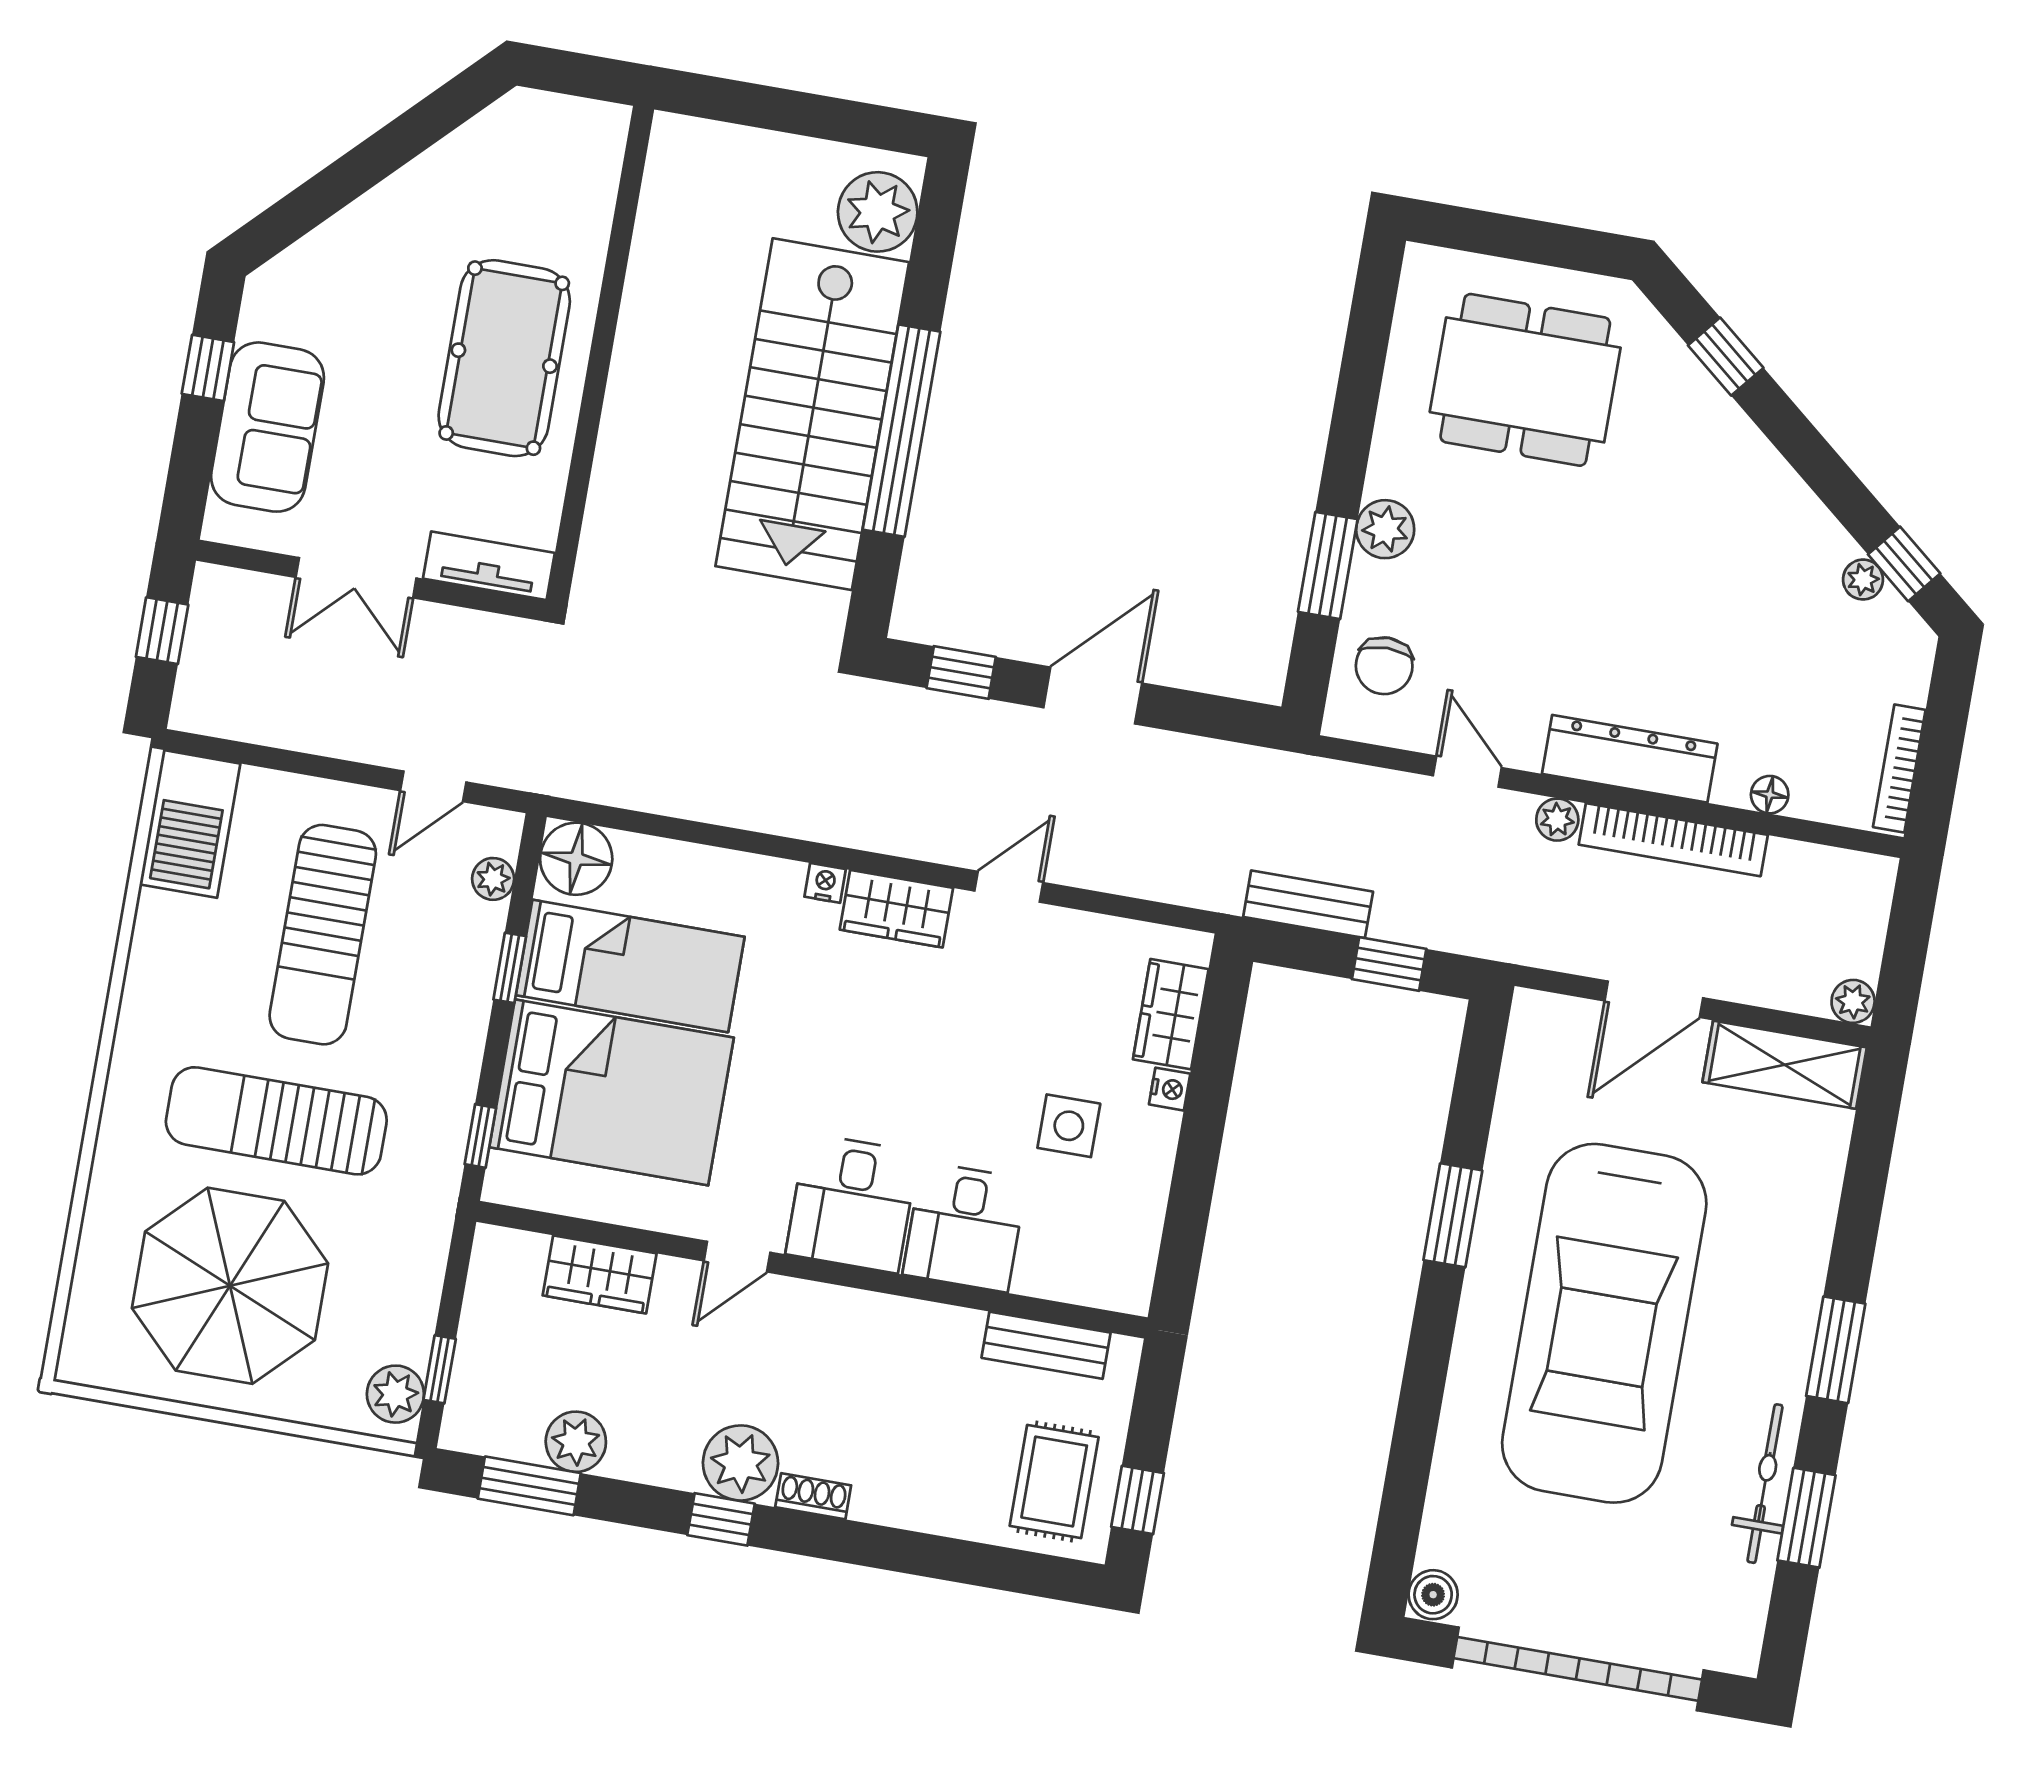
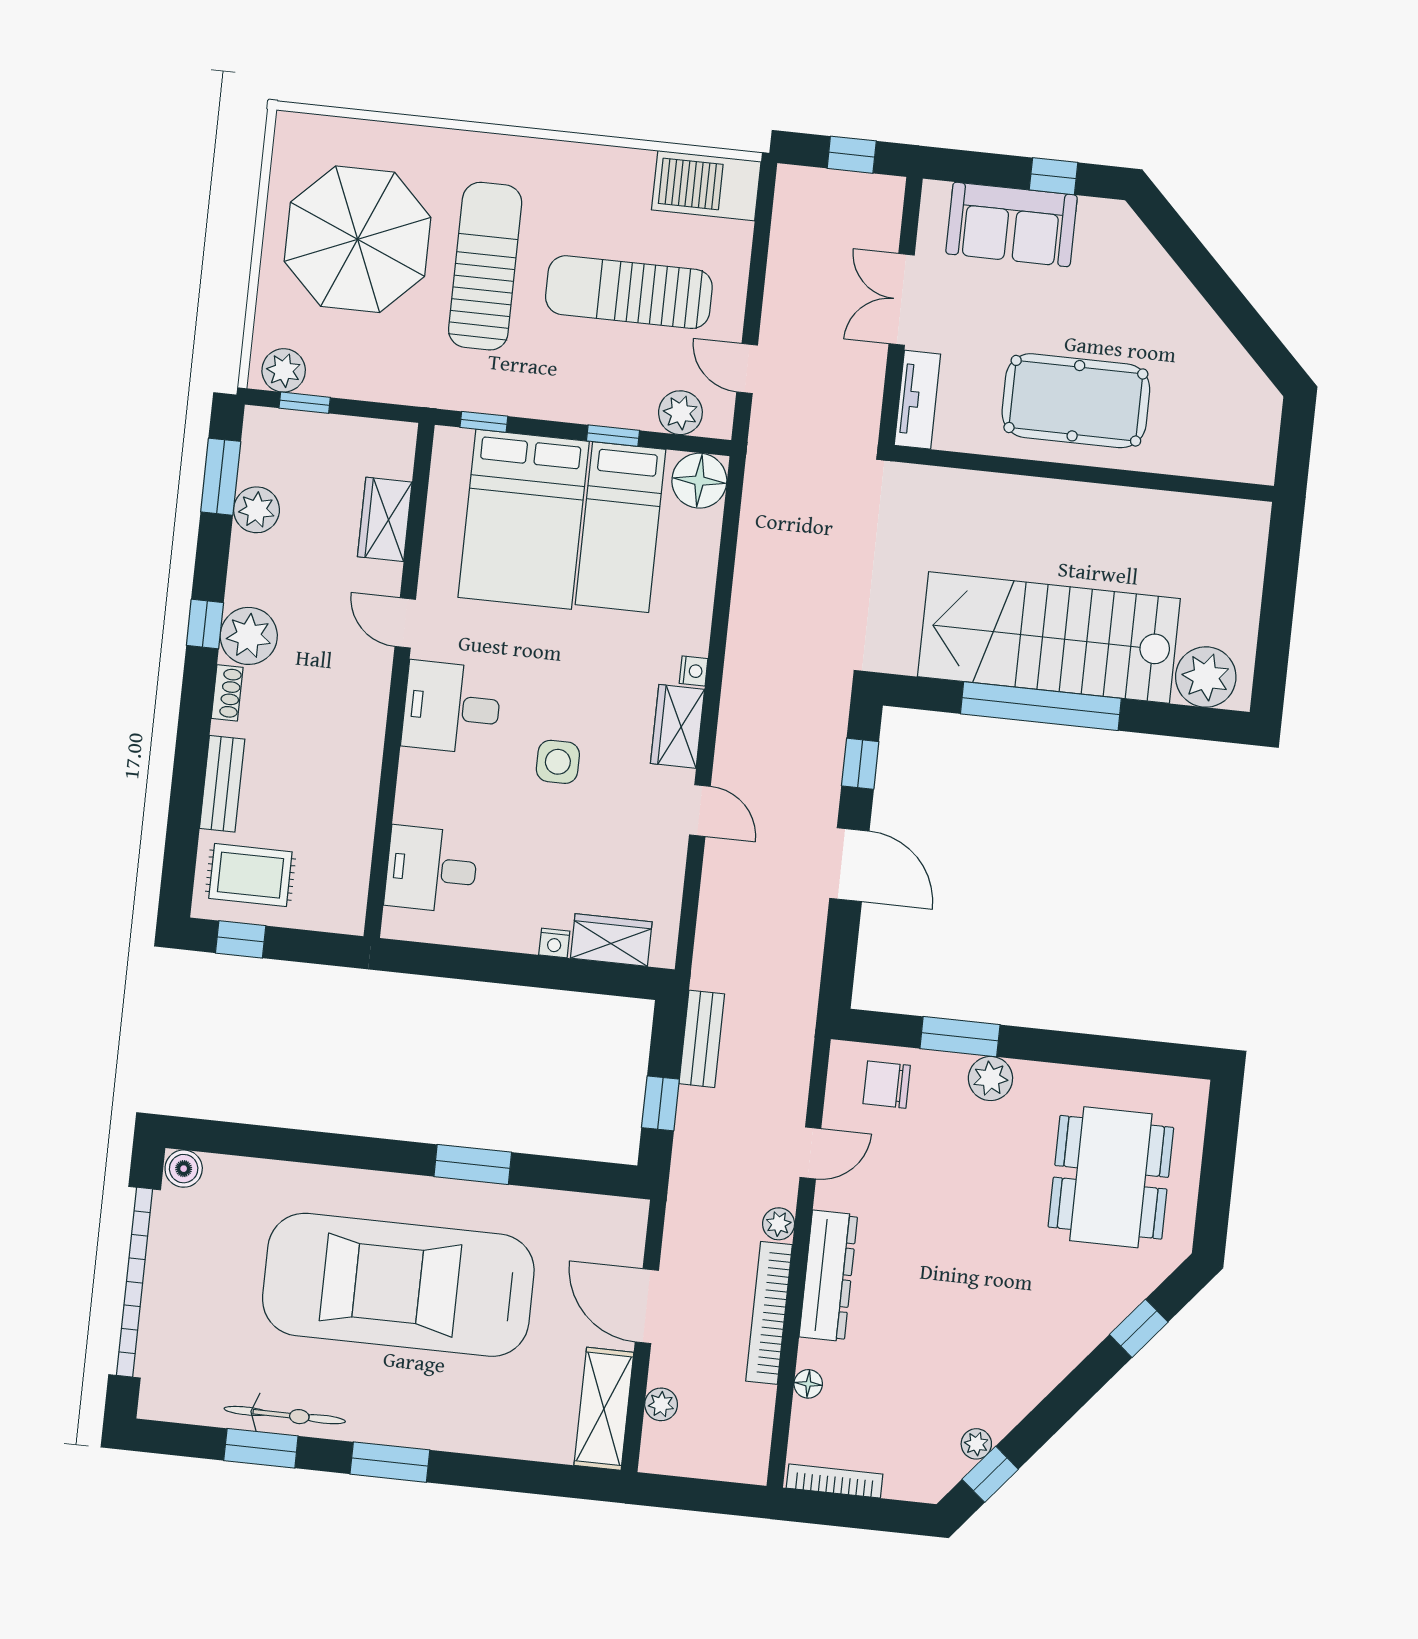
plant: (493, 879) -> (680, 413), width x1.38, depth x1.38
plant: (1853, 1001) -> (661, 1404), moved
side table: (1069, 1126) -> (558, 762), moved
desk: (965, 1227) -> (431, 869), moved
bench: (1046, 1345) -> (222, 784), moved

